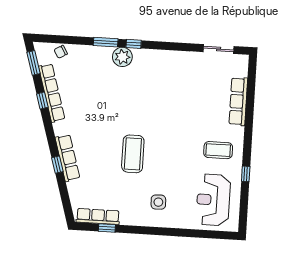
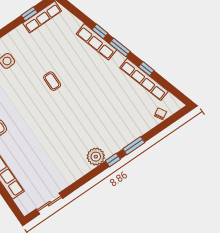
plant: (122, 57) -> (96, 157), moved
window: (33, 63) -> (120, 47), moved
coffee table: (133, 154) -> (52, 81), width x0.54, depth x0.58

